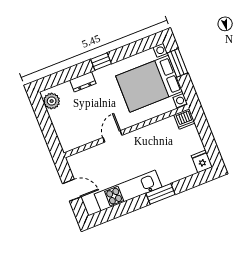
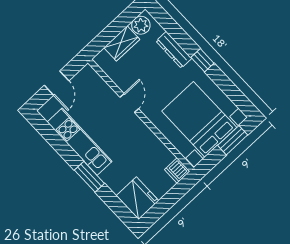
dresser: (83, 82) -> (174, 50), width x1.44
wardrobe: (60, 123) -> (122, 43), added
door: (112, 136) -> (129, 103), hinge flipped
fridge: (202, 161) -> (137, 198), width x1.88, depth x1.34

